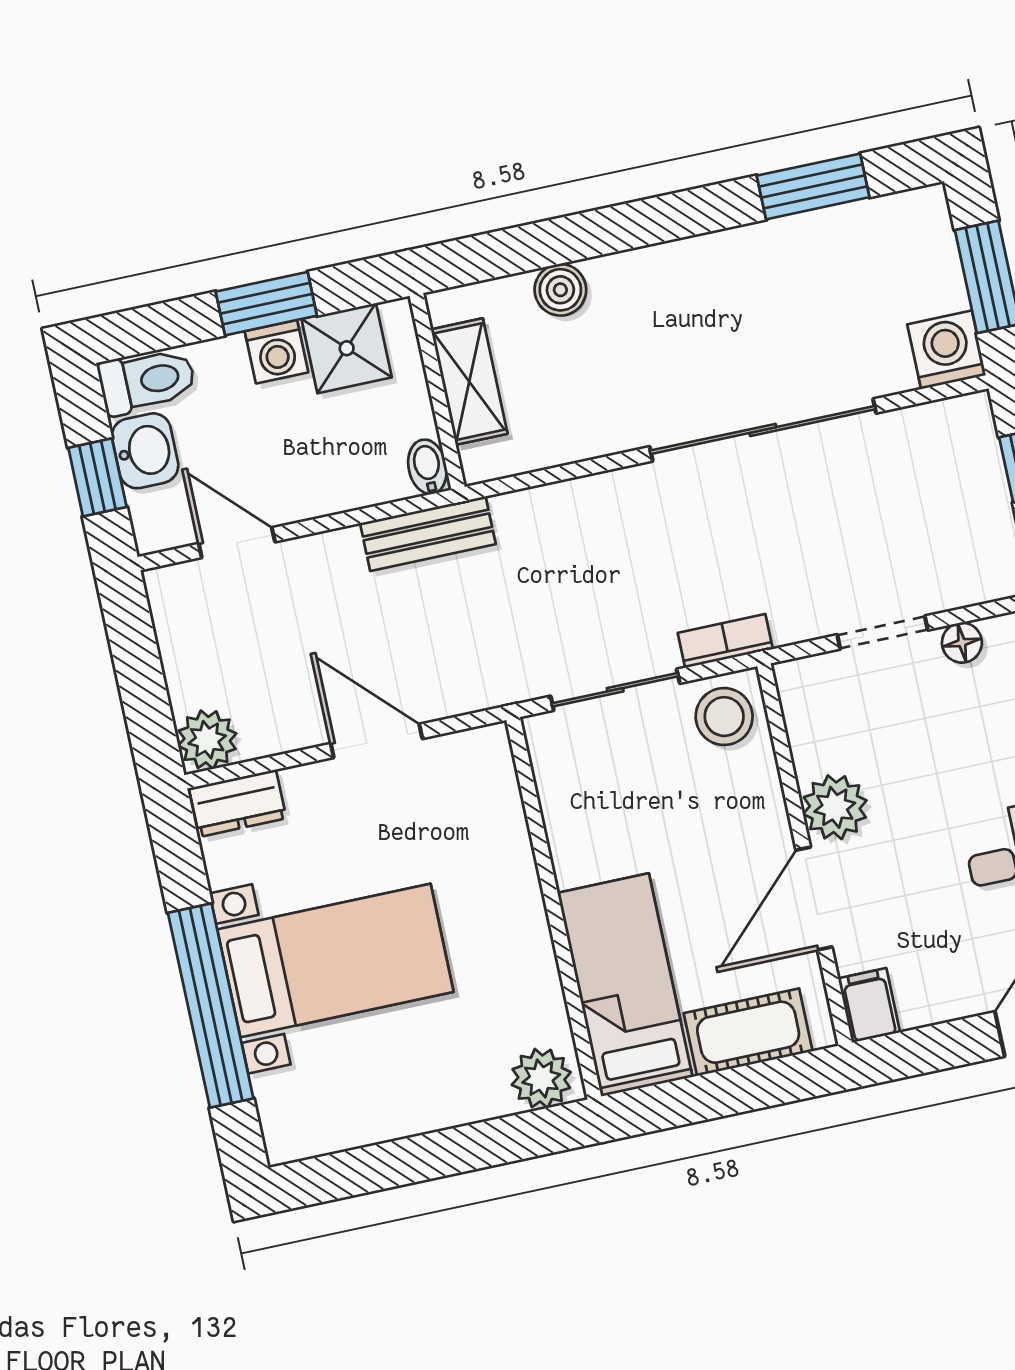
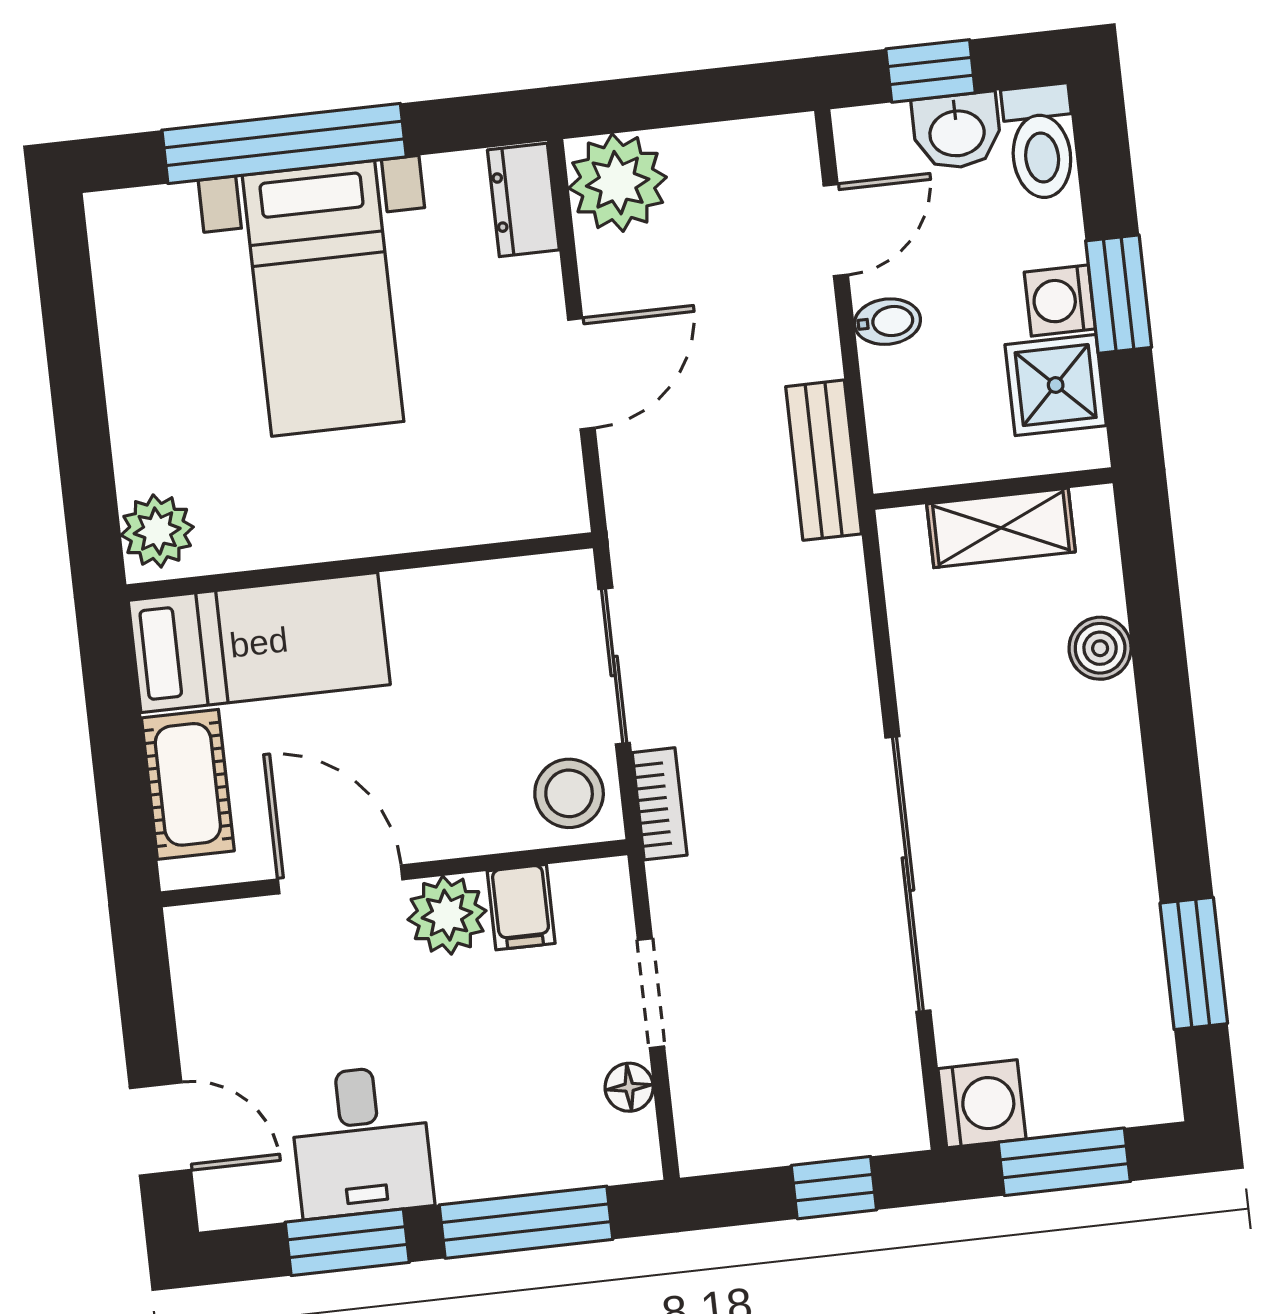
bidet: (427, 467) -> (887, 322), moved
plant: (207, 740) -> (618, 183), width x1.36, depth x1.36
filing cabinet: (869, 1005) -> (521, 907), moved, turned 90

